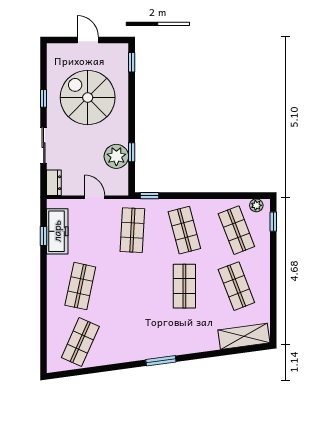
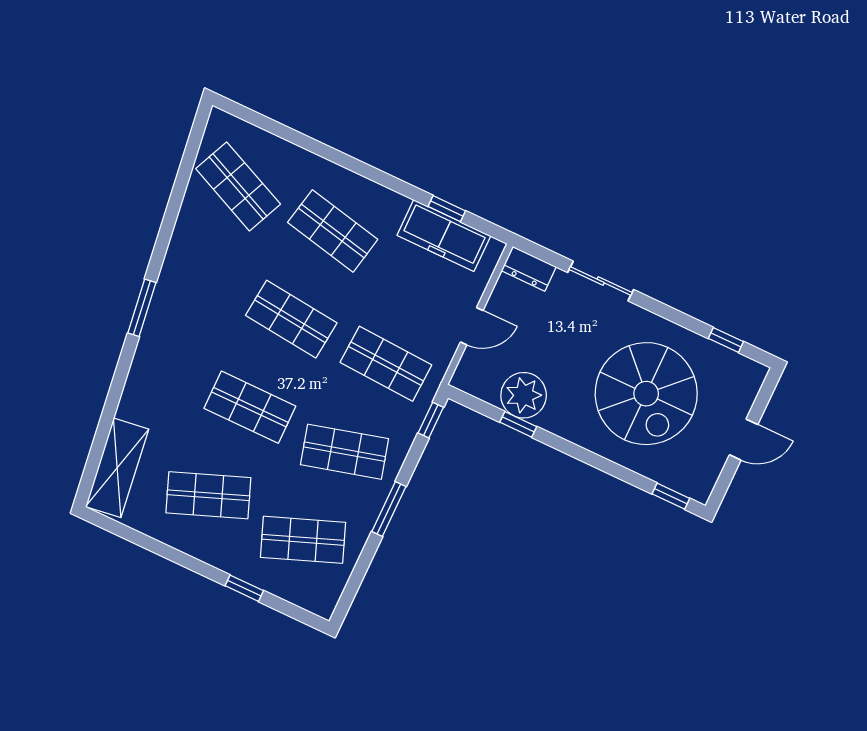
spiral stairs: (88, 97) -> (646, 394), turned 90
window: (44, 98) -> (726, 340), moved
window: (202, 196) -> (389, 509), added
plant: (256, 205) -> (329, 593), removed
window: (273, 222) -> (244, 588), moved
shop shelf: (132, 286) -> (291, 319), added

